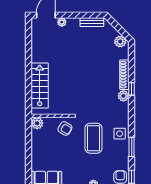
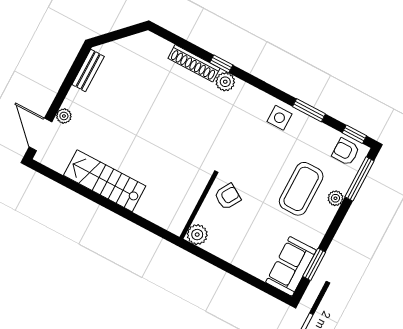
plant: (120, 42) -> (140, 43), removed
stairs: (40, 86) -> (105, 181), moved
coffee table: (93, 138) -> (301, 189), moved, turned 90

